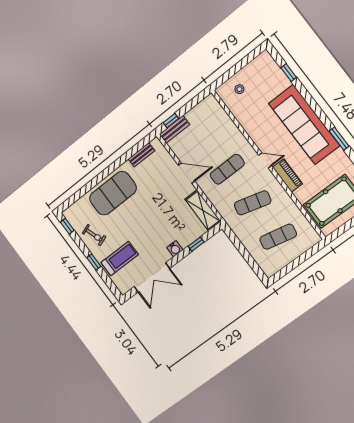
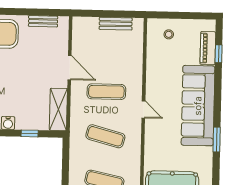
window: (171, 121) -> (91, 13), removed
bench: (174, 129) -> (116, 24), moved
piano: (287, 176) -> (208, 48), moved, turned 180

